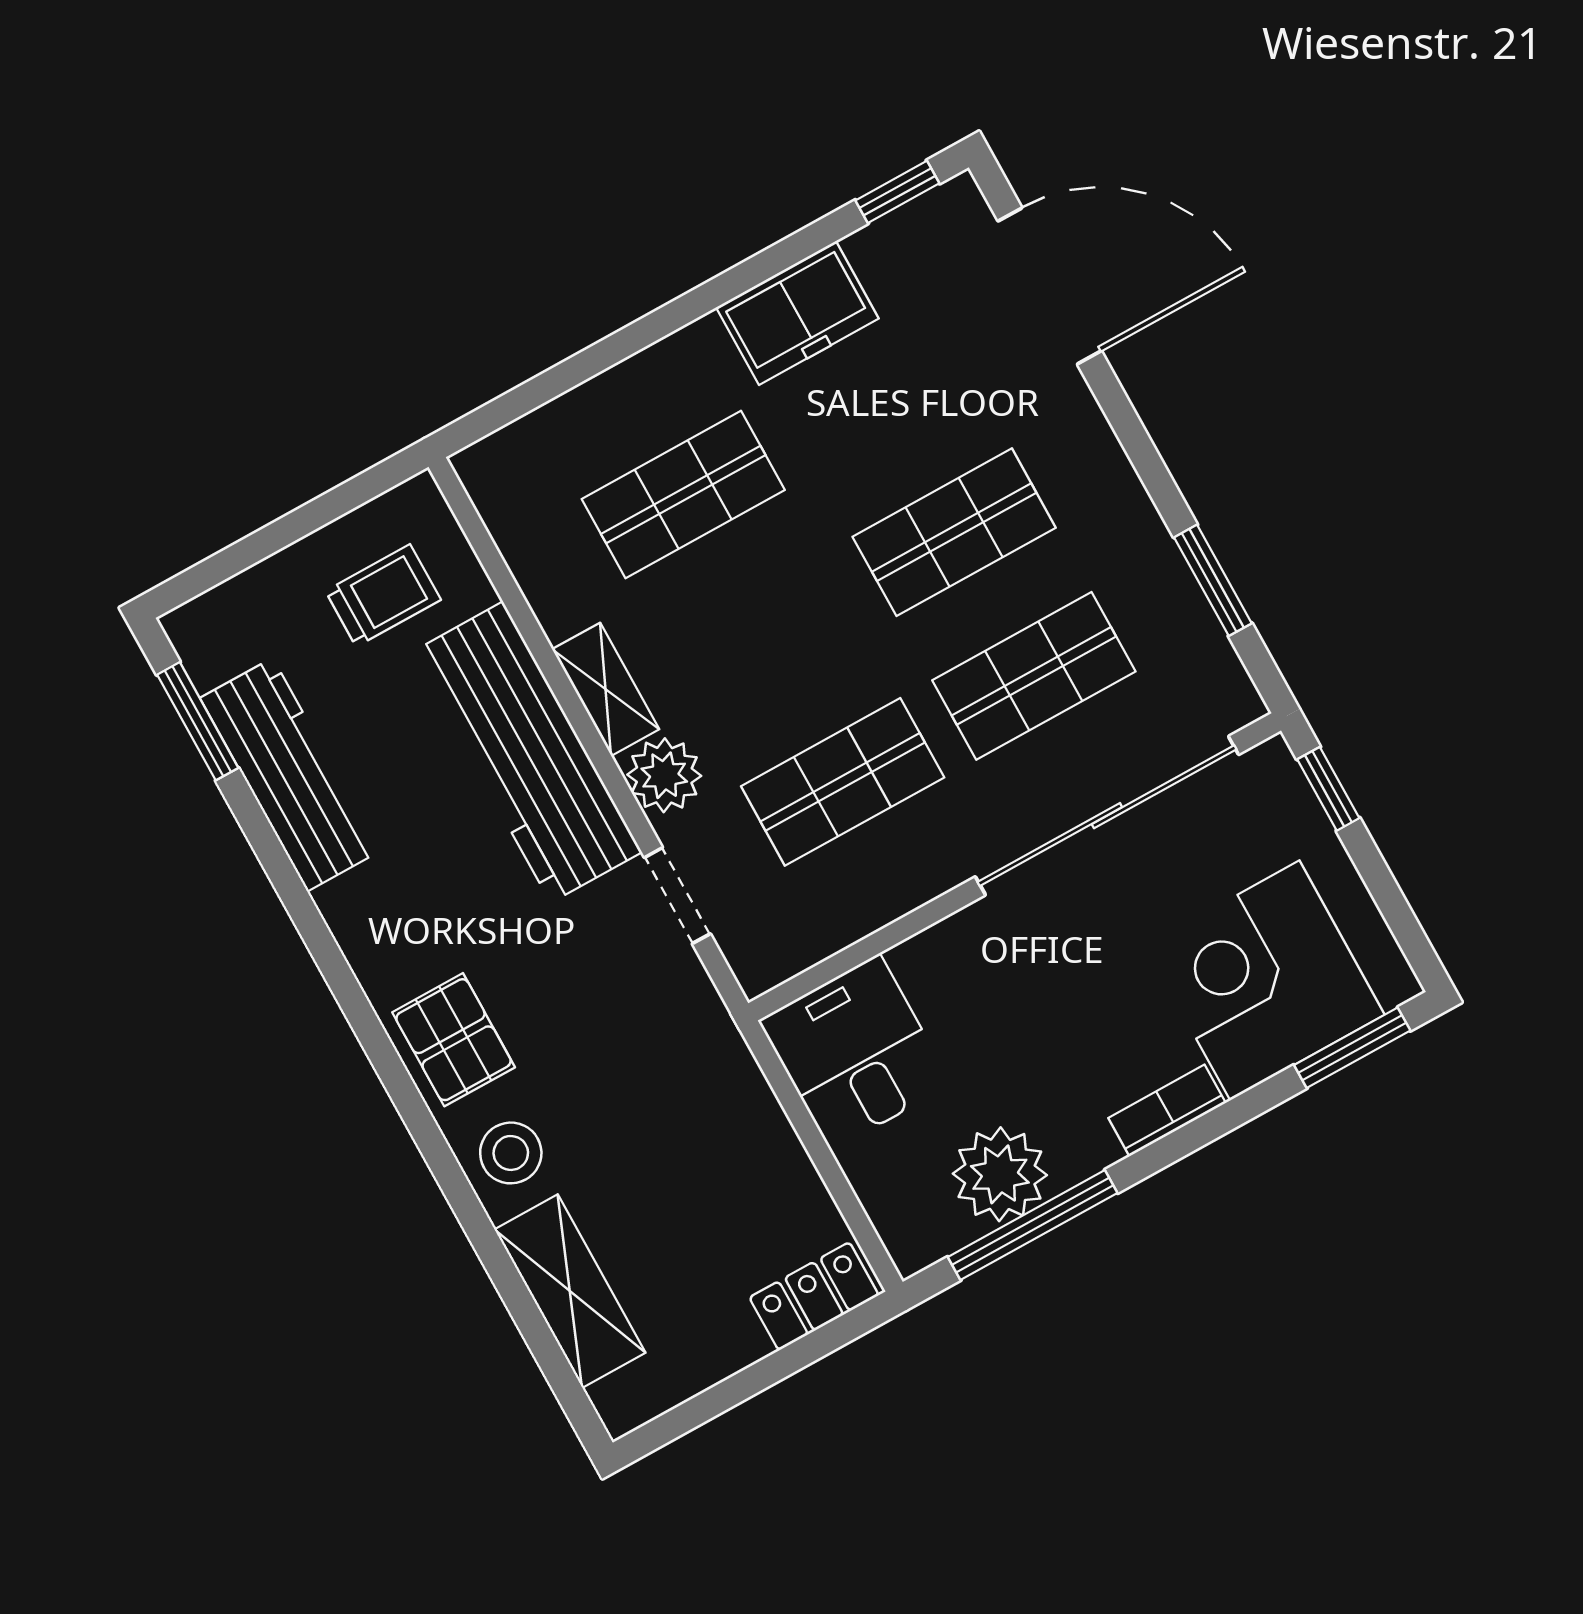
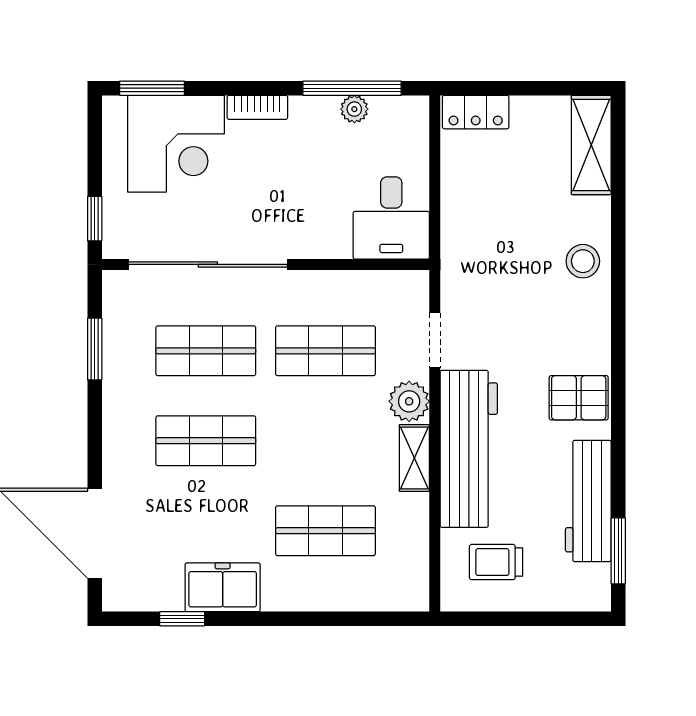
window: (897, 192) -> (182, 619), moved
pallet: (454, 1040) -> (579, 398), moved, turned 90
plant: (1000, 1174) -> (354, 109), width x0.53, depth x0.53
shelving: (570, 1291) -> (591, 145), moved

